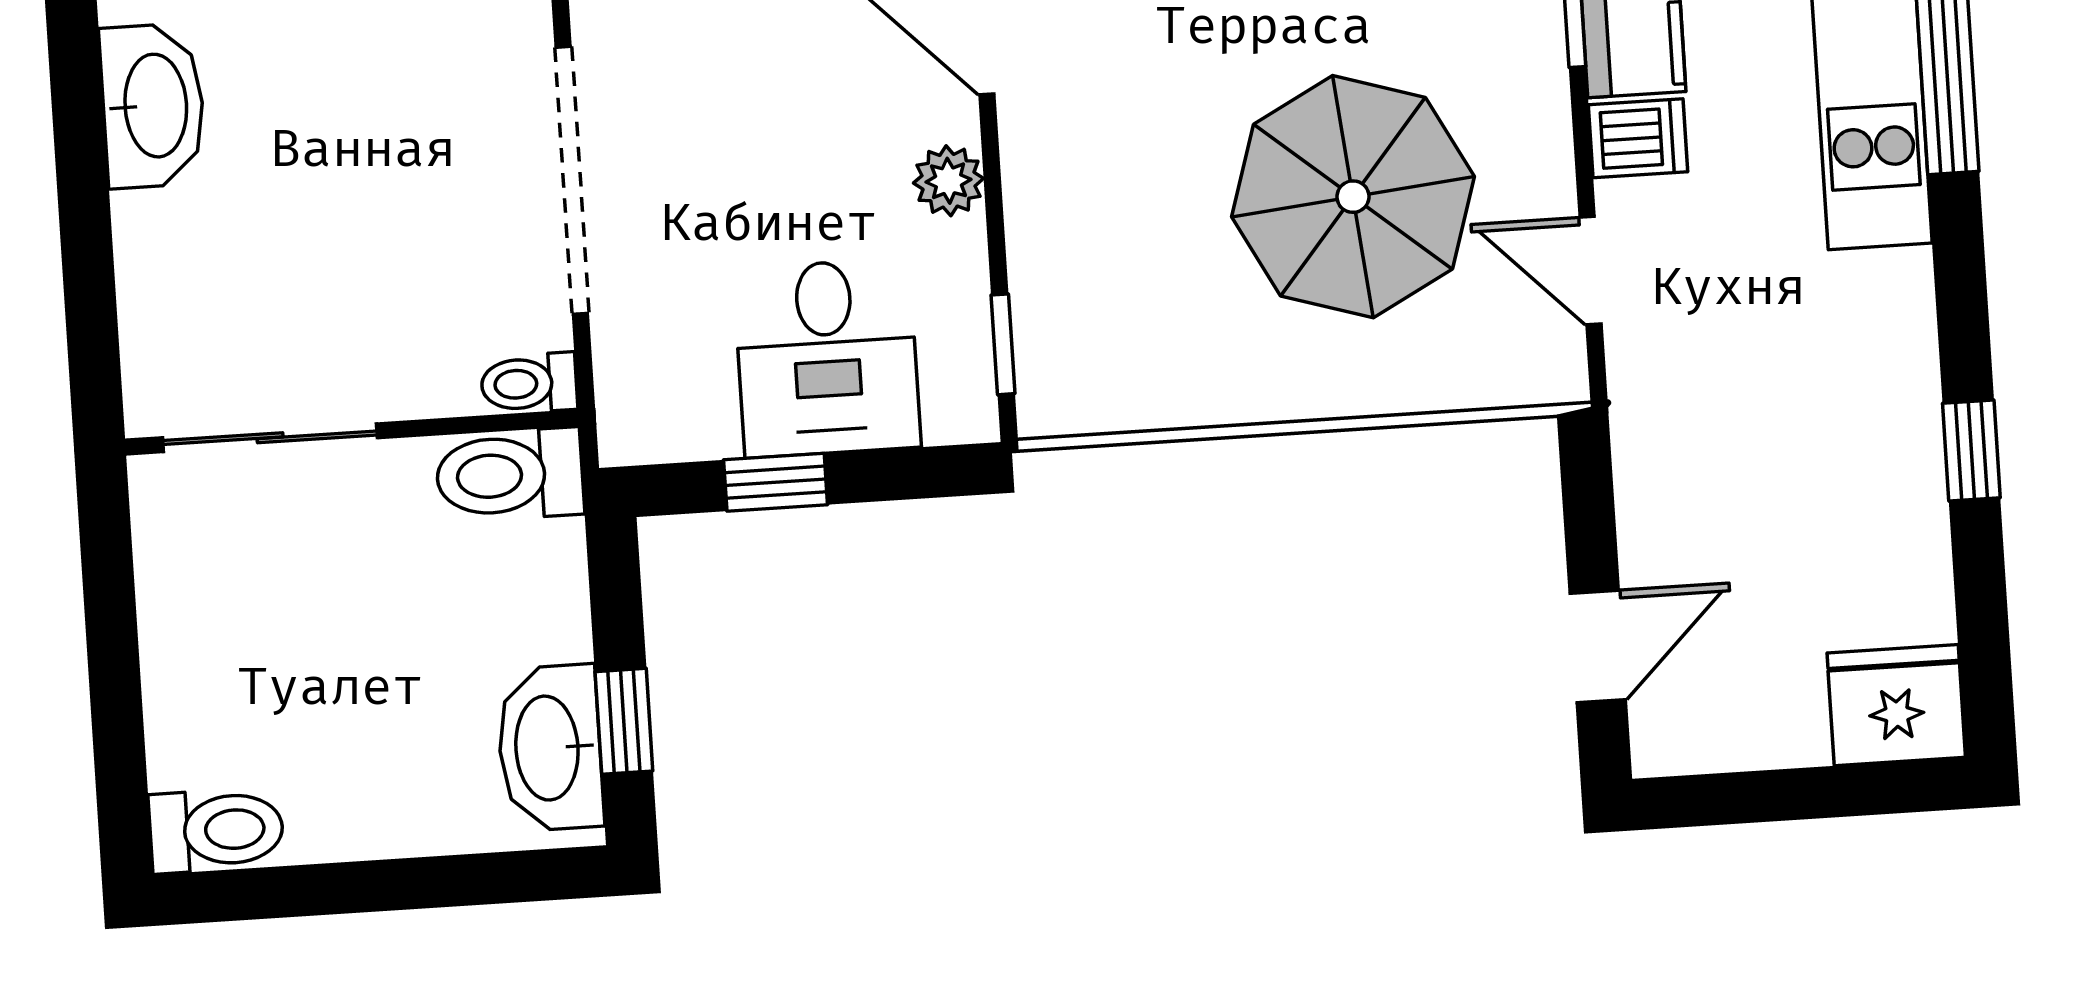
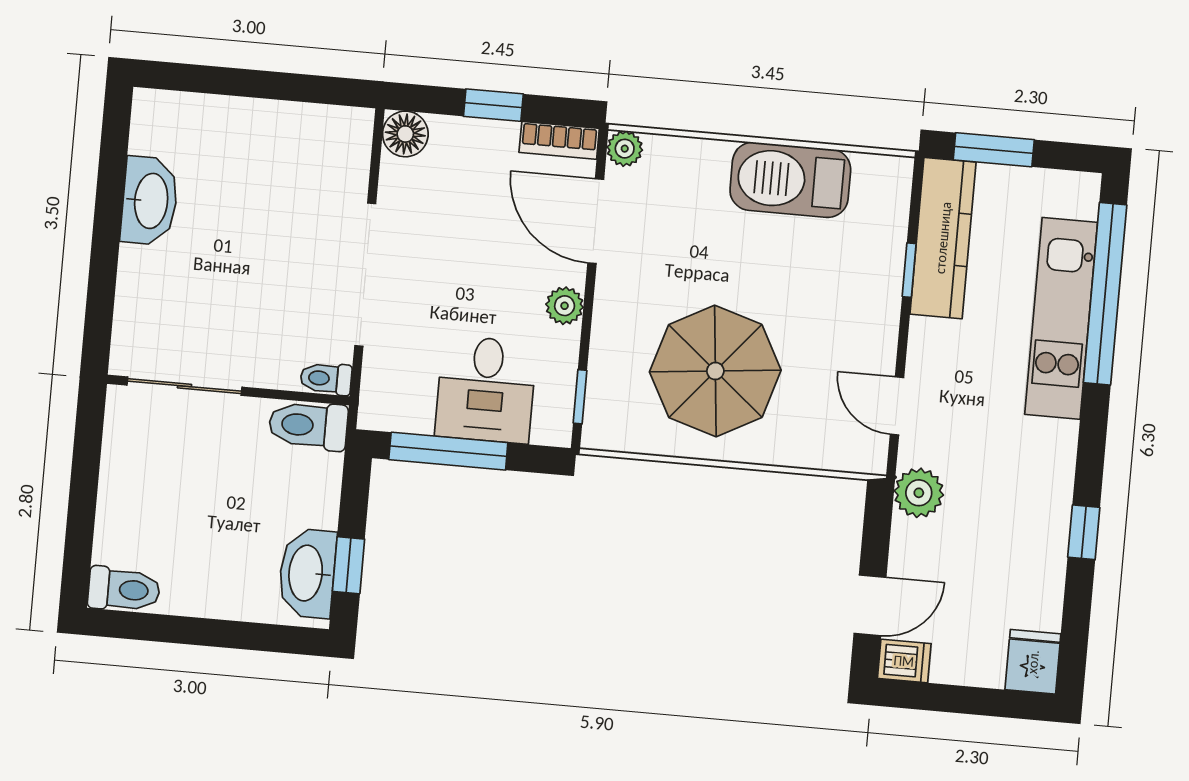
dishwasher: (1638, 138) -> (904, 661), moved
parasol: (1353, 197) -> (715, 371), moved
plant: (1656, 425) -> (919, 493), added
window: (776, 482) -> (448, 451), width x2.17
fridge: (1896, 705) -> (1033, 662), width x0.72

